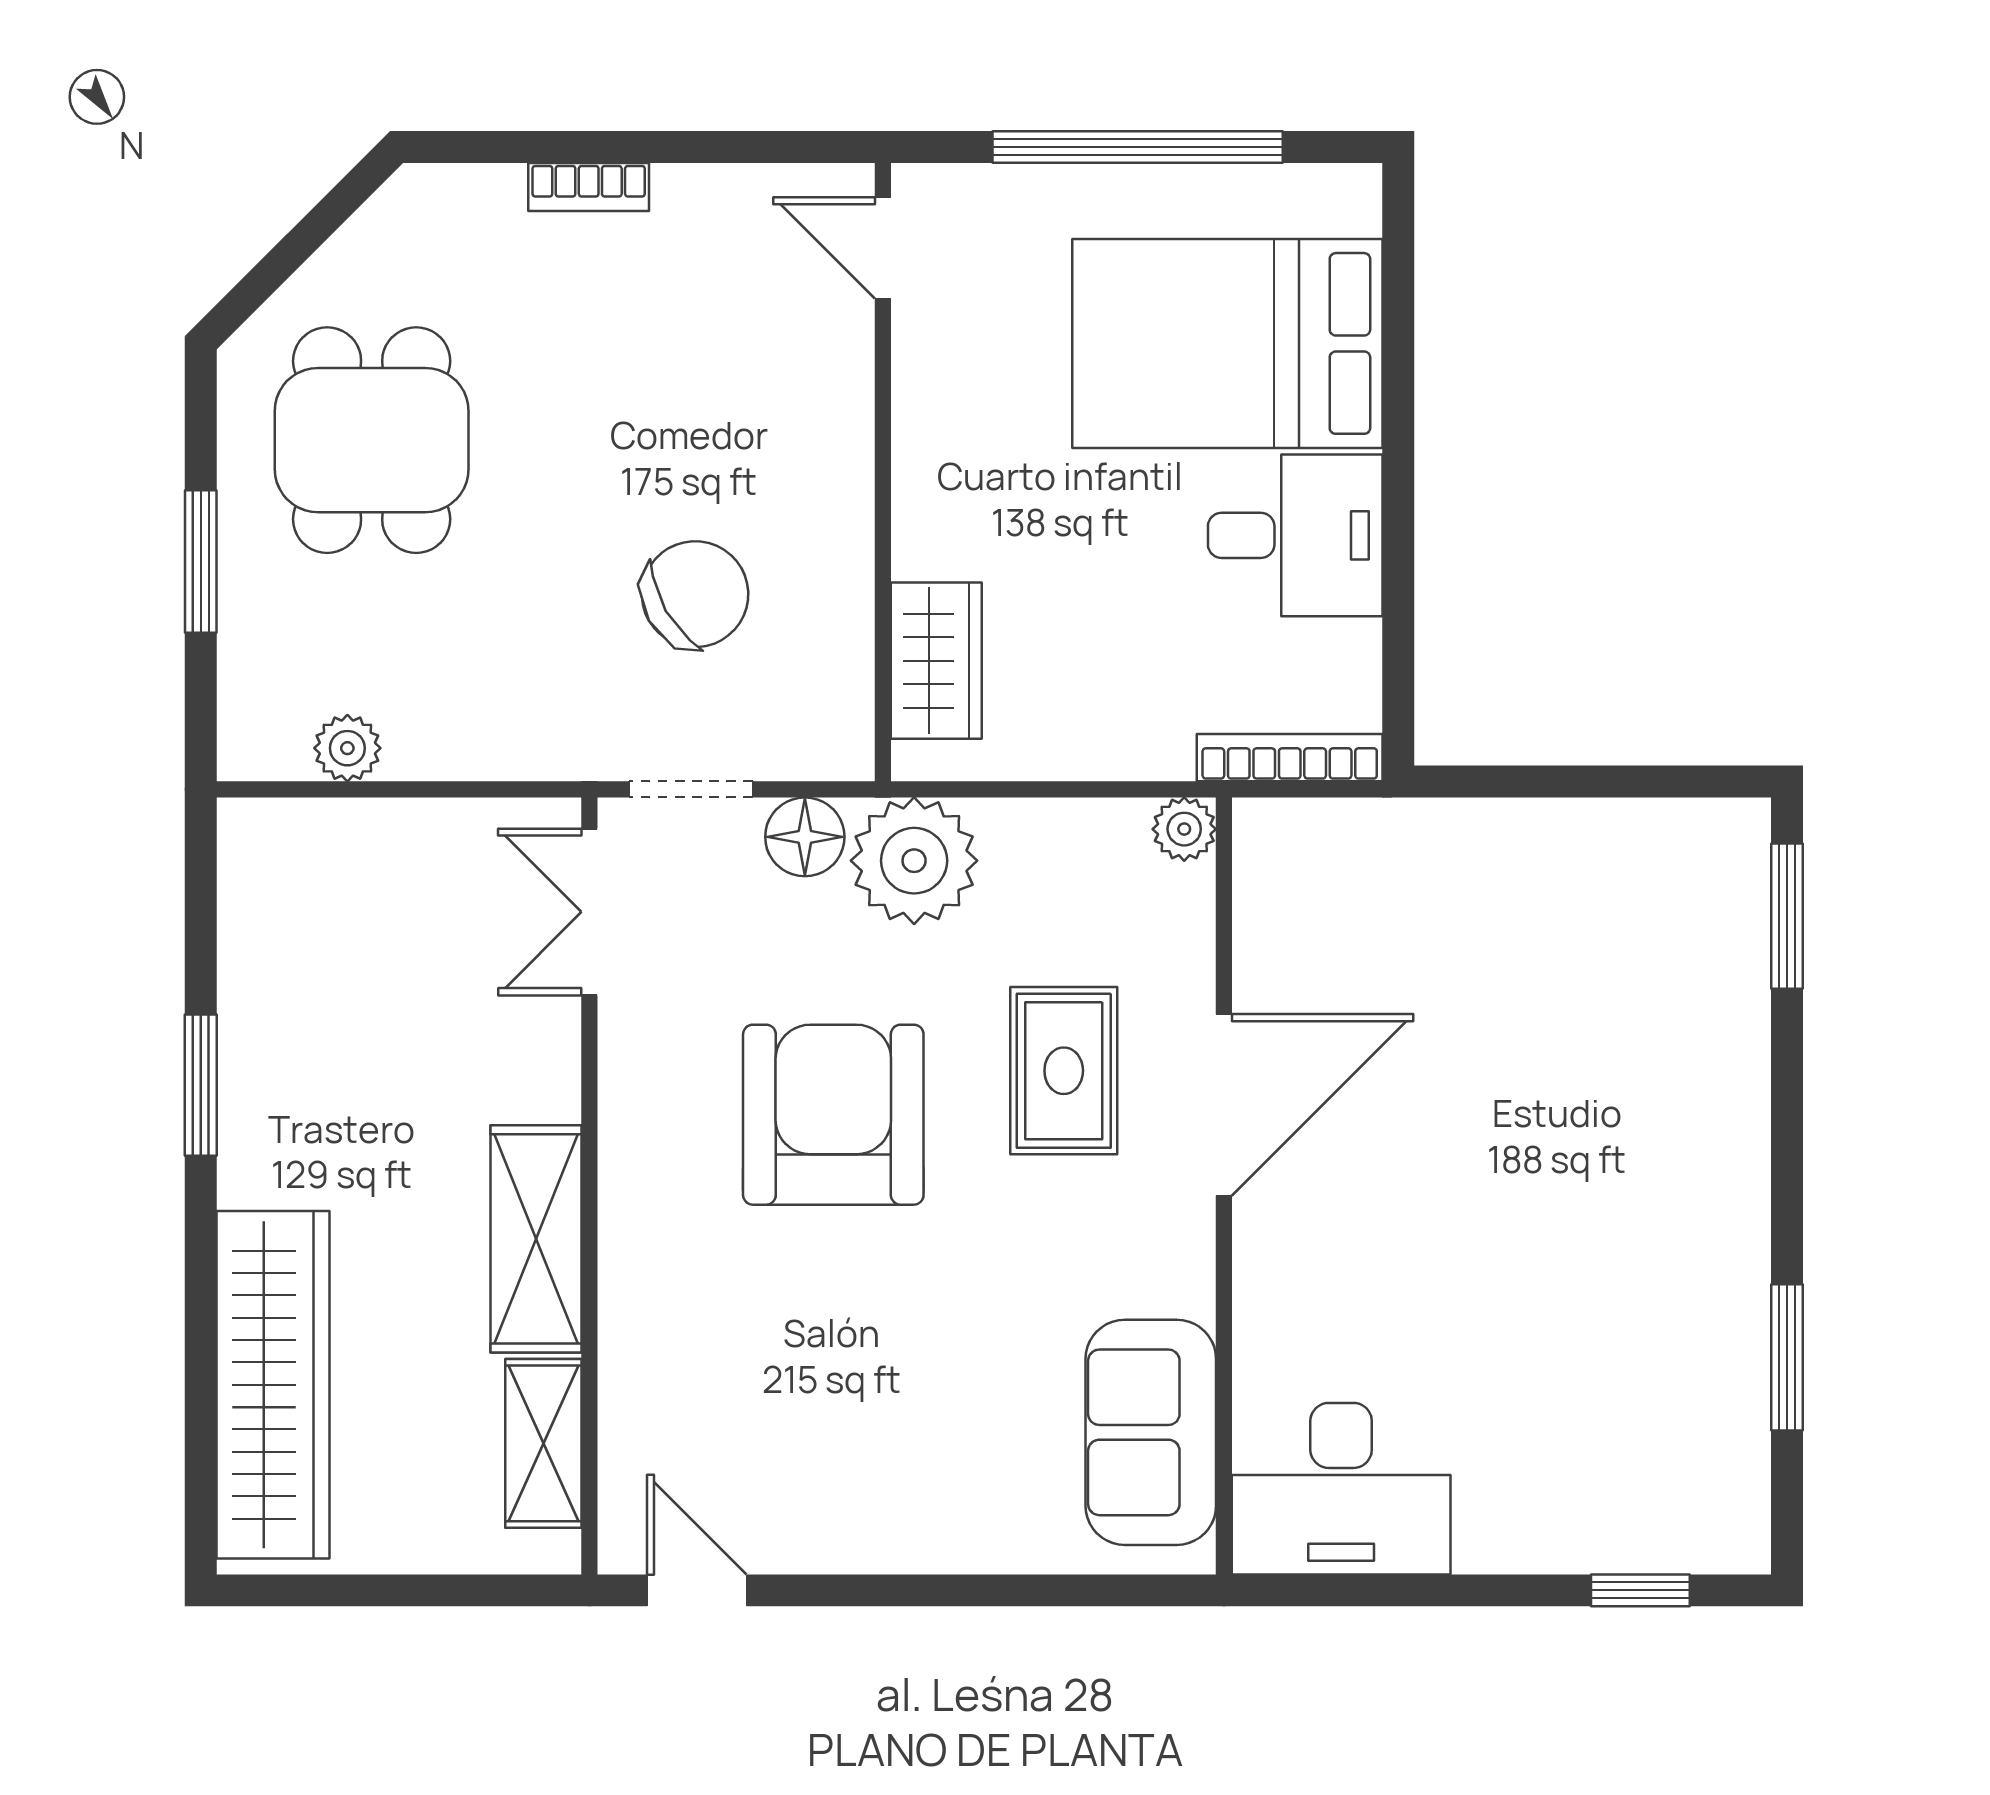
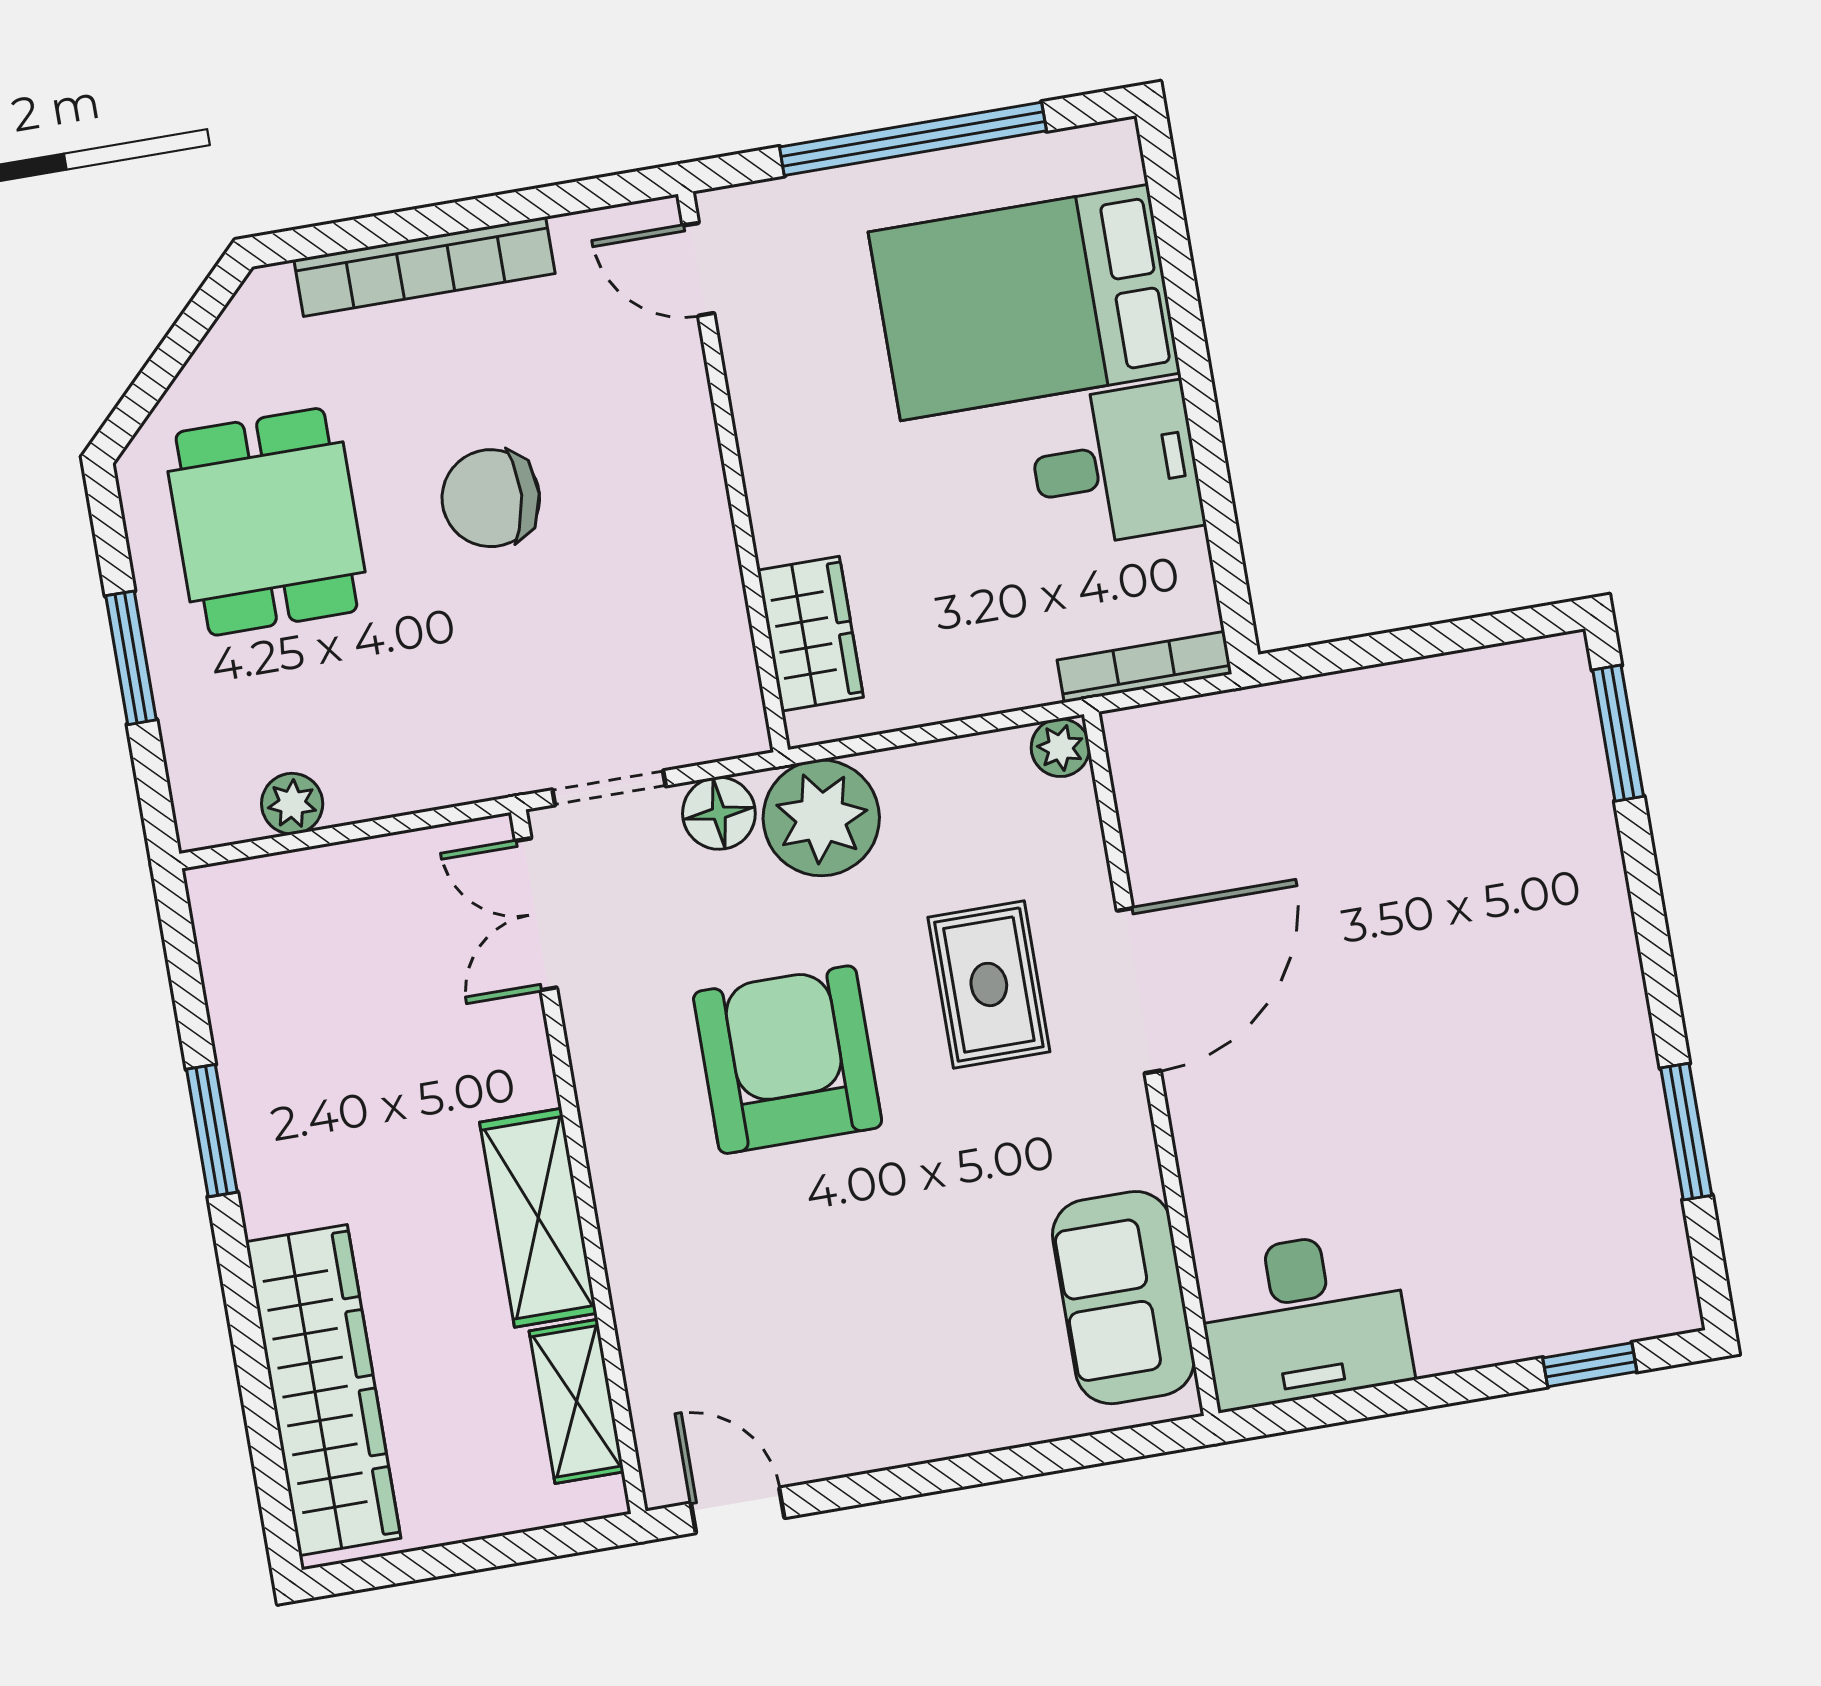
bookcase: (589, 187) -> (425, 266), width x2.31, depth x1.31
chair: (695, 594) -> (491, 498), moved, turned -146

